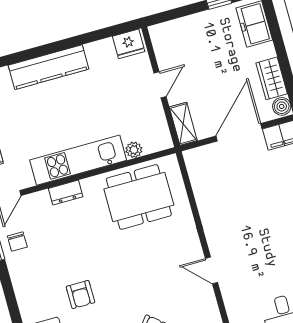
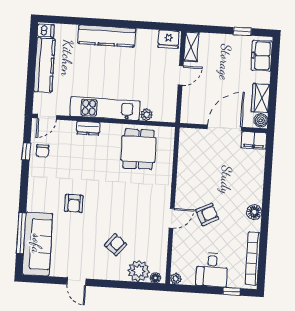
shelving: (183, 124) -> (191, 47), moved
dining table: (139, 197) -> (138, 149), width x0.73
armchair: (255, 250) -> (207, 214), added
door: (211, 270) -> (172, 218), swing flipped

